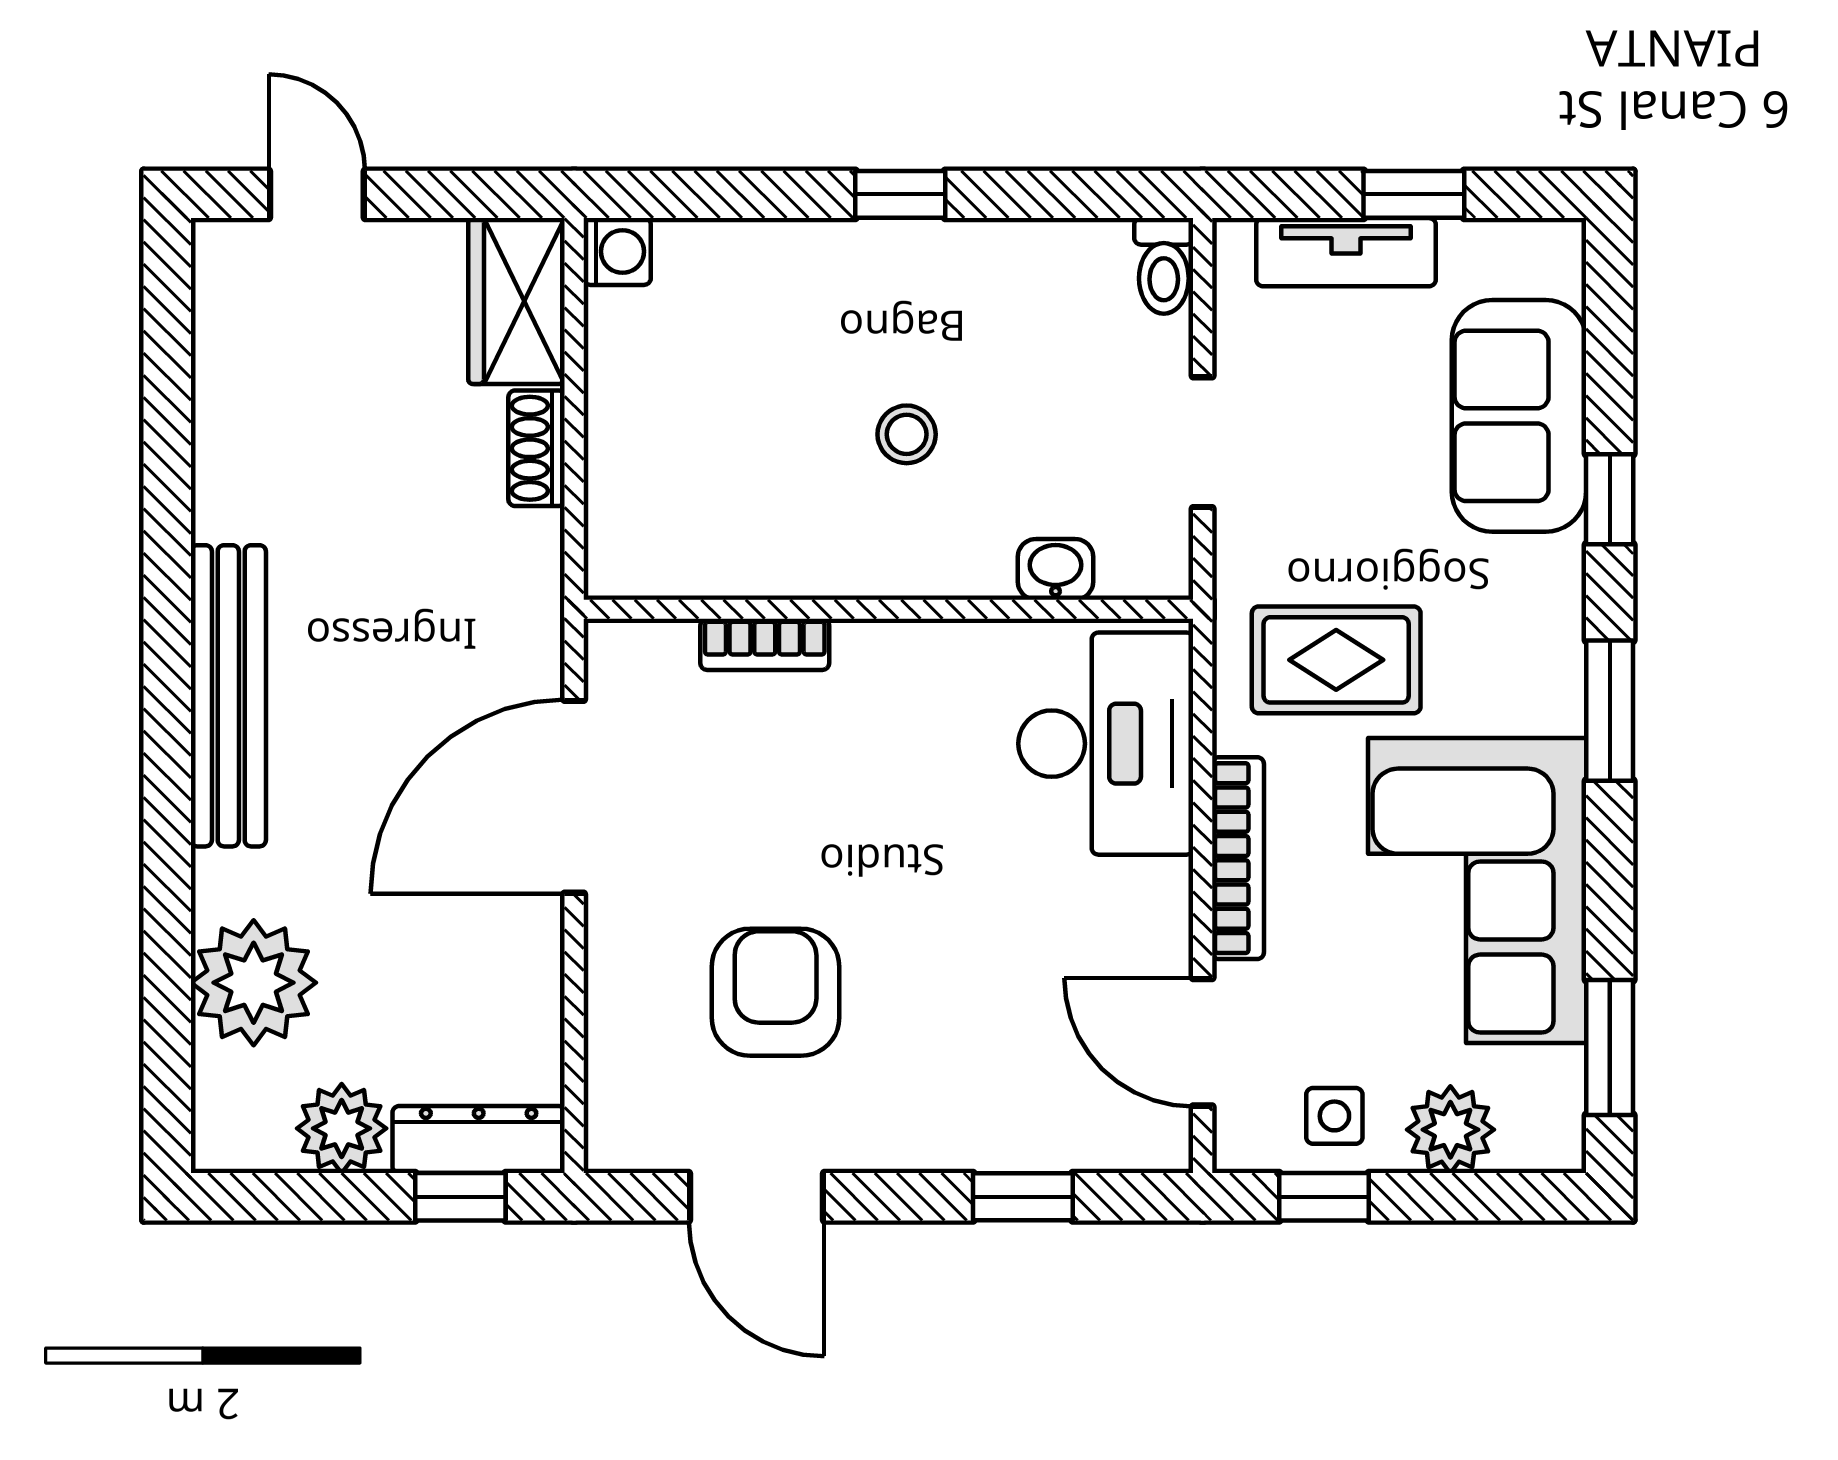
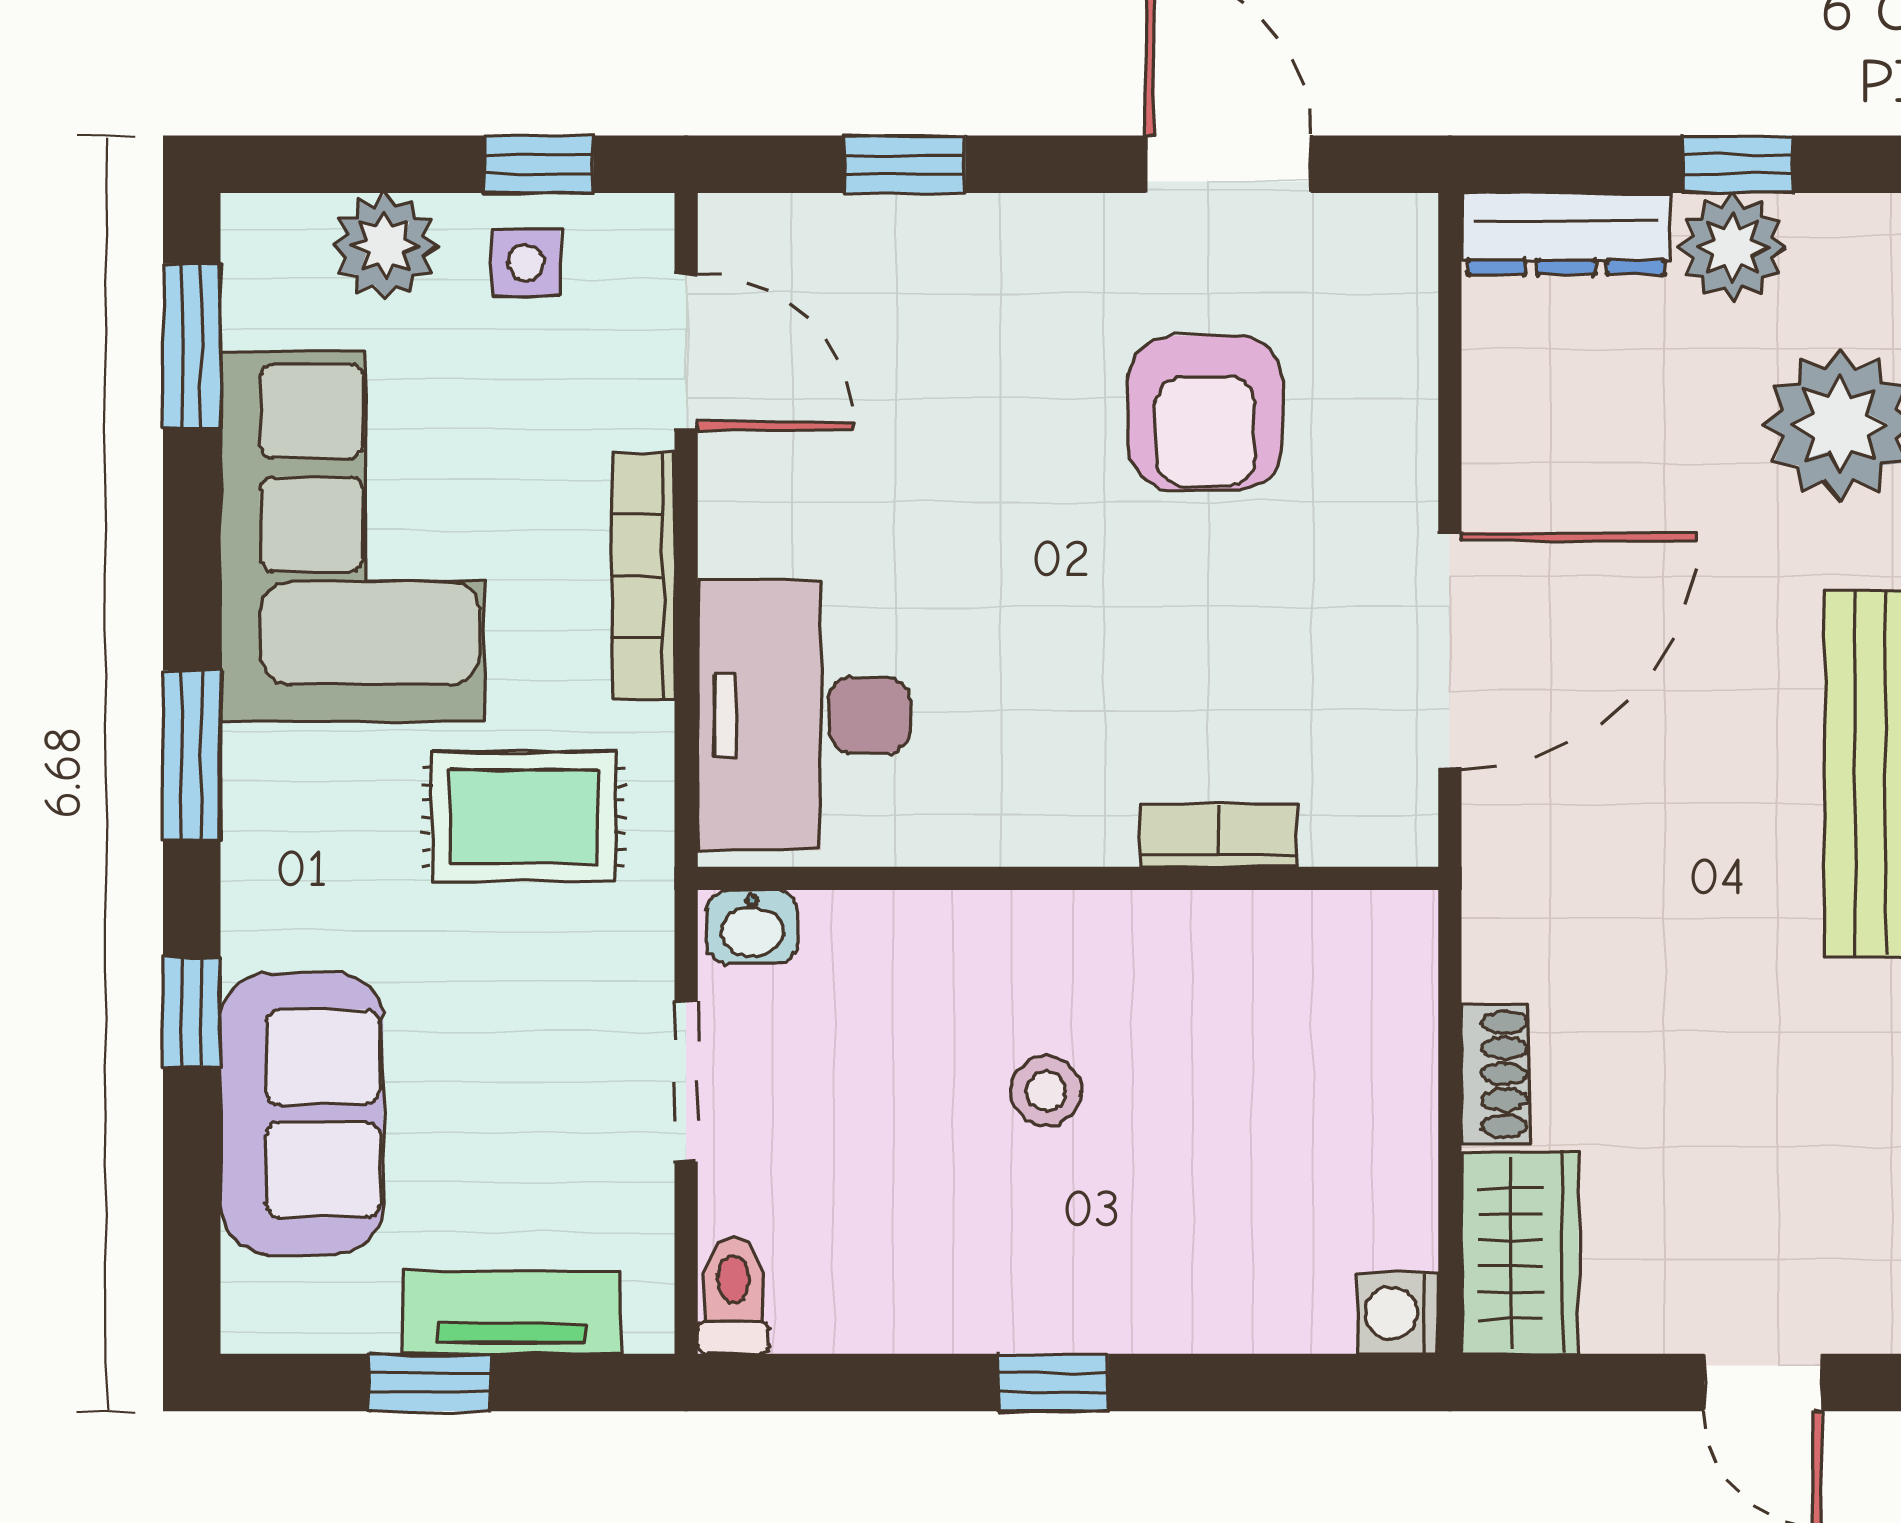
washbasin: (1056, 569) -> (752, 927), moved
window: (460, 1197) -> (1737, 164), moved

